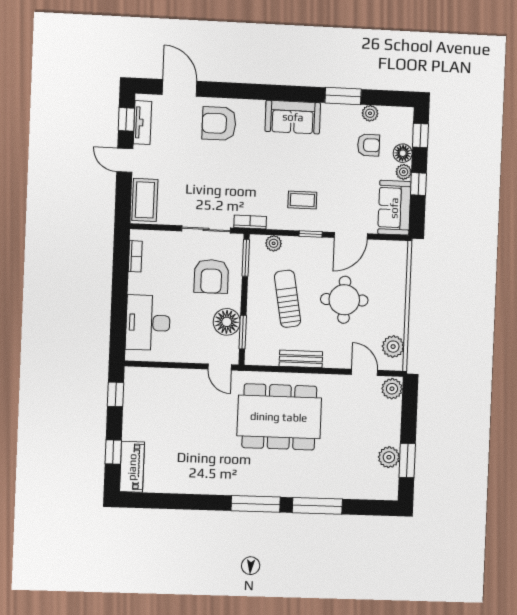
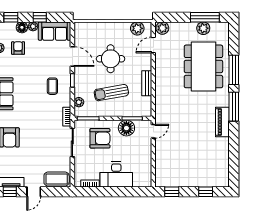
desk: (148, 323) -> (116, 174), moved
dining table: (279, 417) -> (203, 66), moved
window: (407, 461) -> (205, 17), width x1.44
piano: (132, 467) -> (222, 122), moved, turned -90

